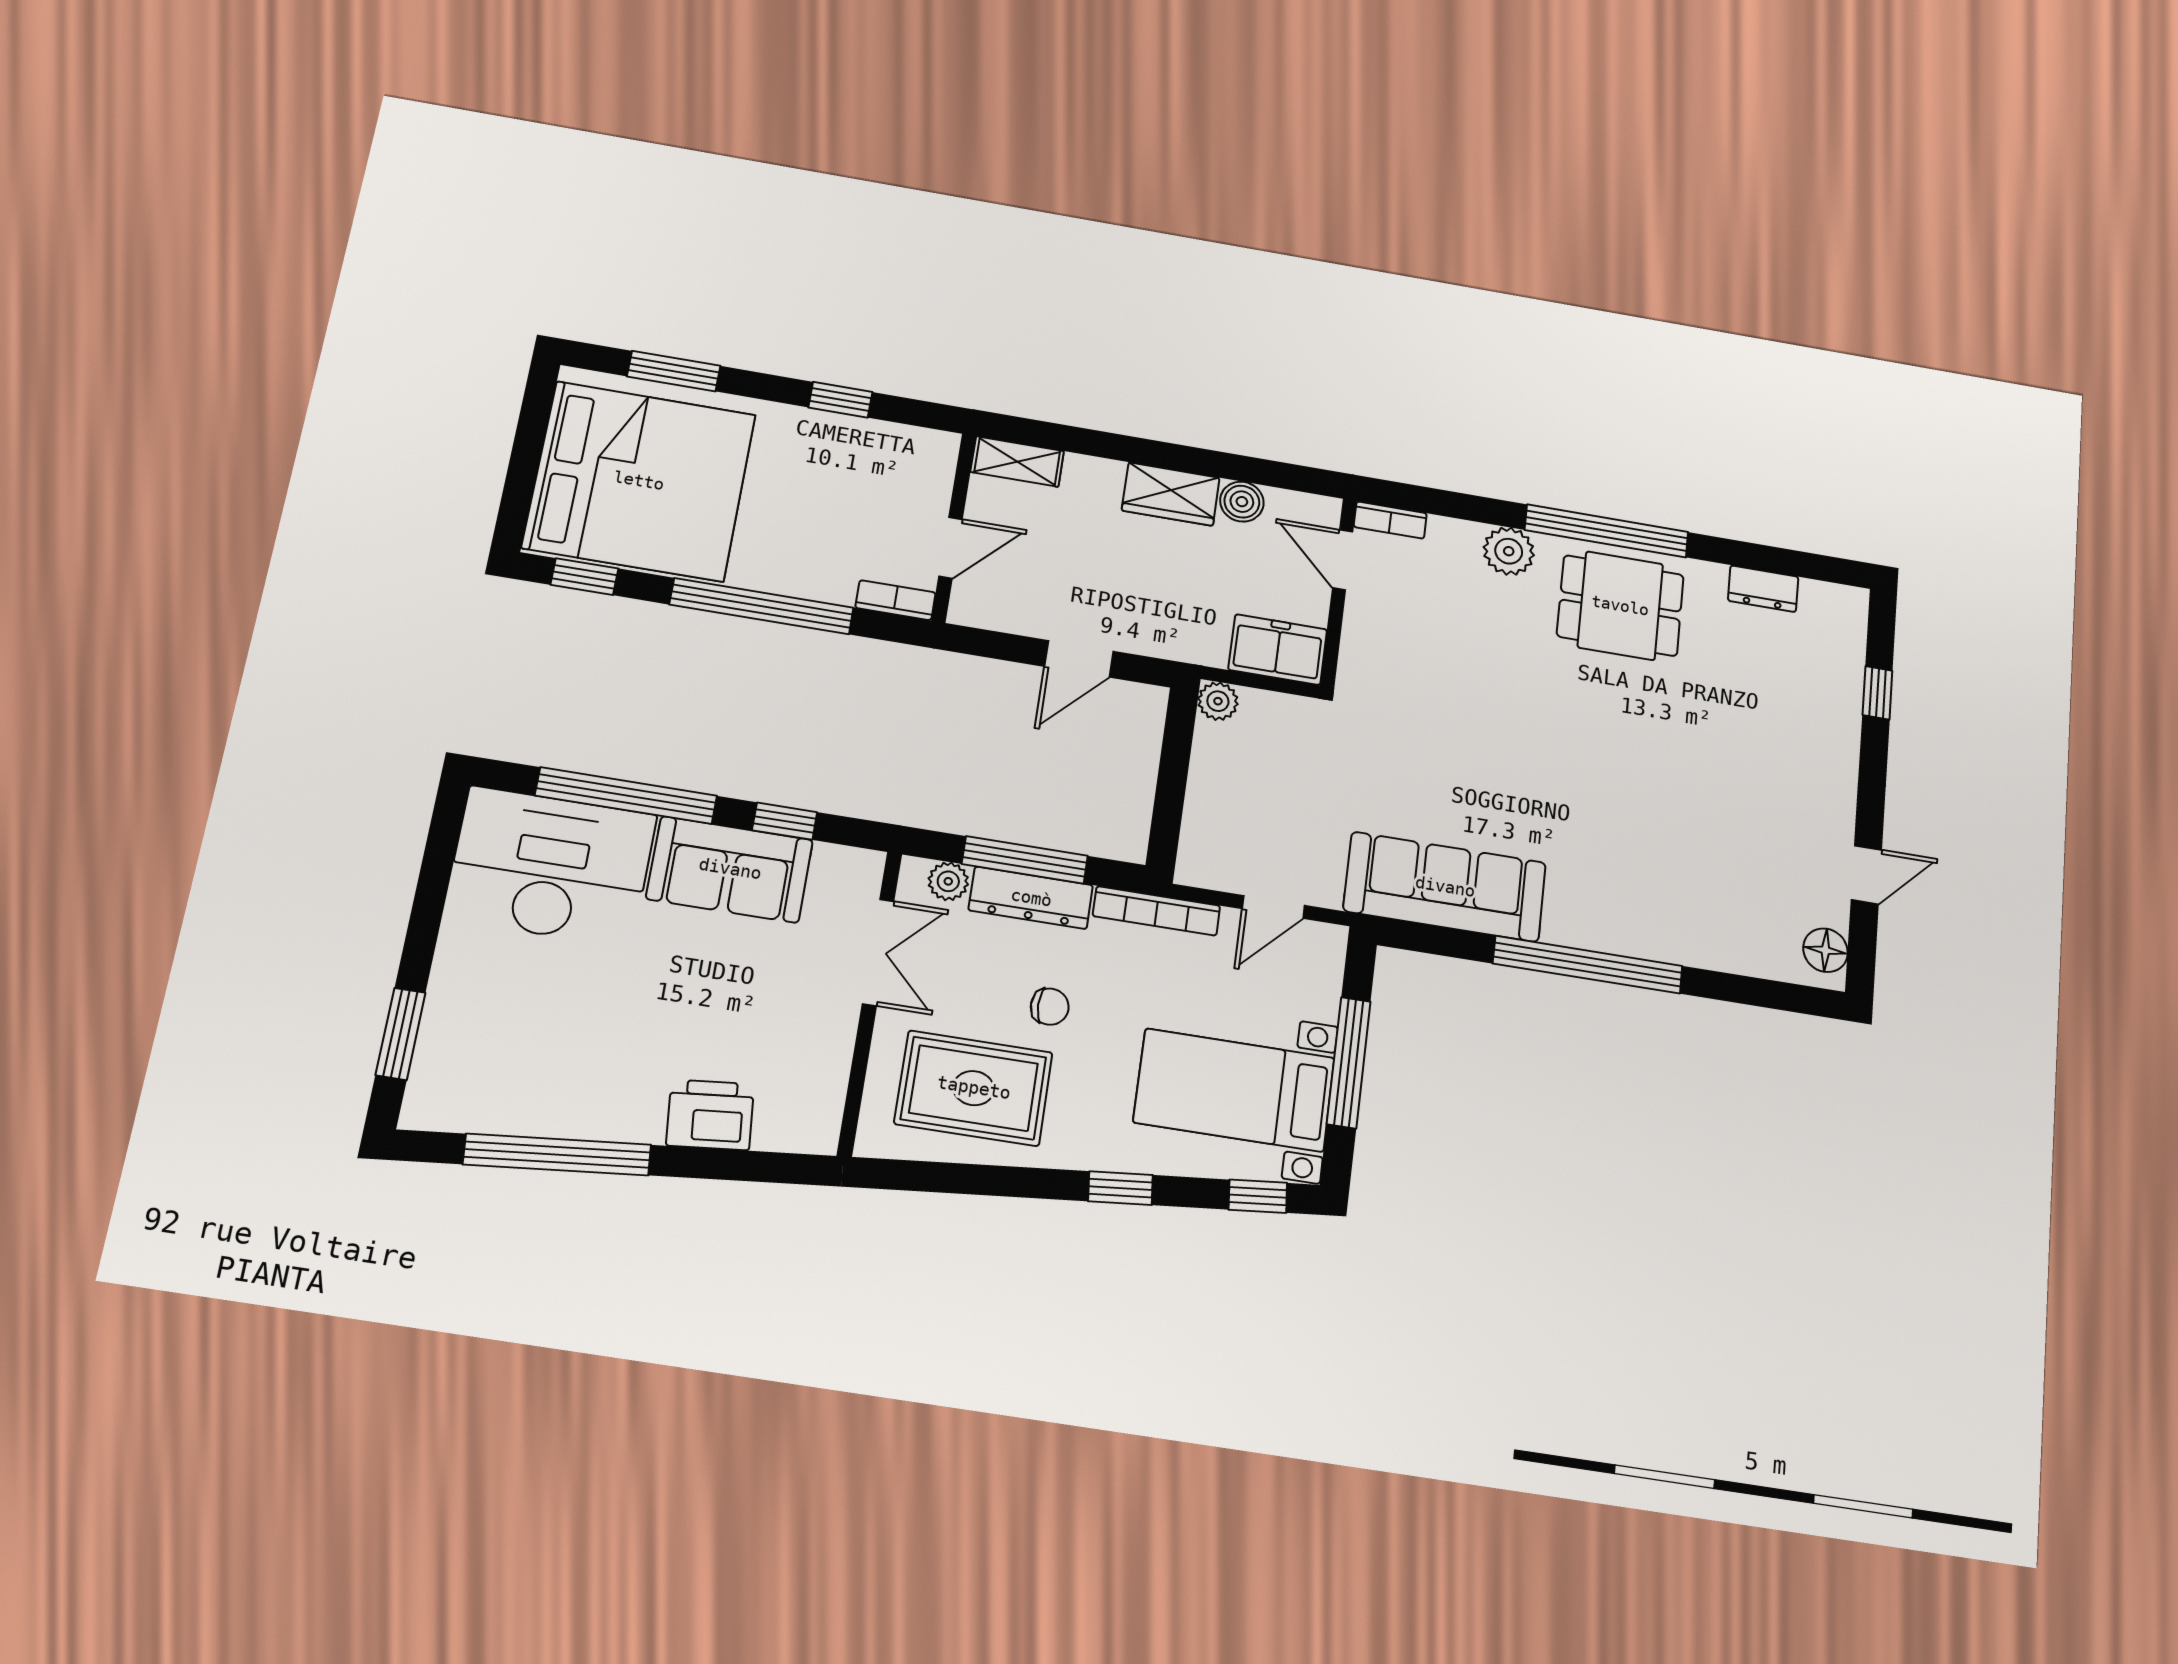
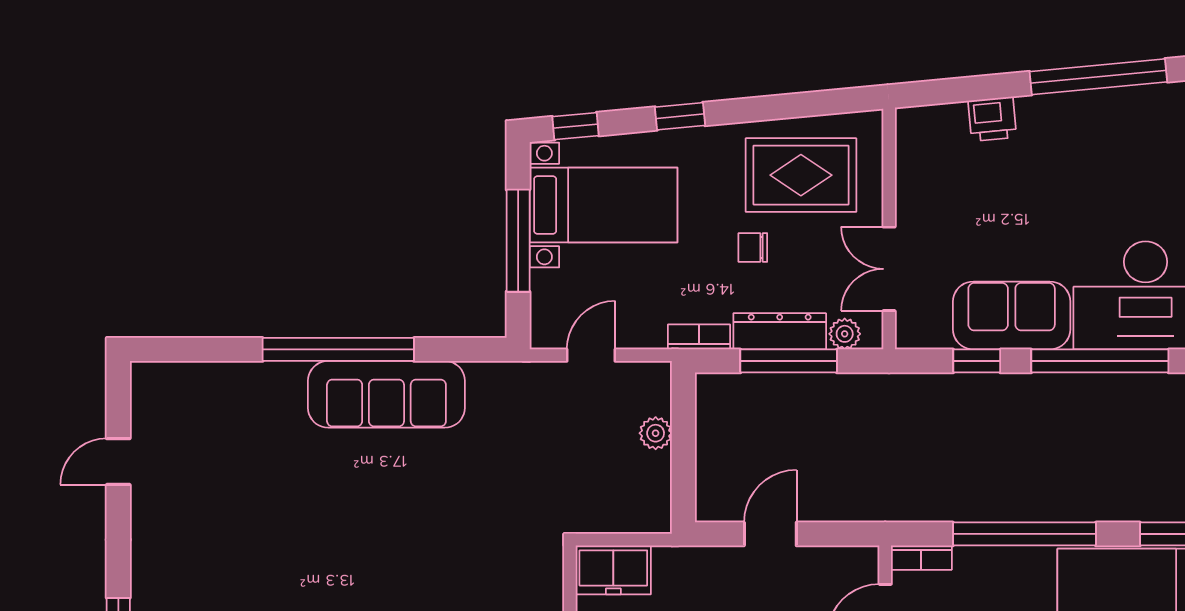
plant: (1218, 701) -> (656, 433), moved
sofa: (1445, 887) -> (386, 394), moved
bookcase: (1156, 911) -> (699, 337), width x0.64
floor lamp: (1825, 950) -> (148, 393), removed
printer: (710, 1115) -> (992, 119), width x0.73, depth x0.81

